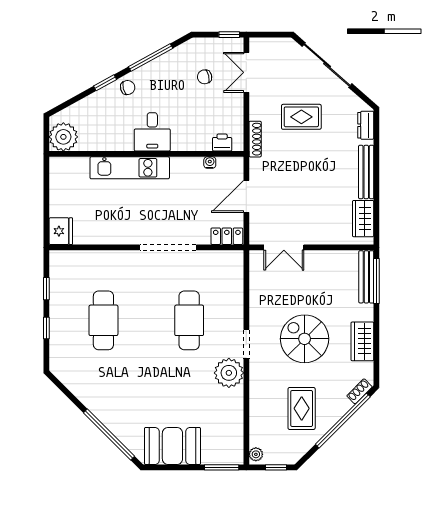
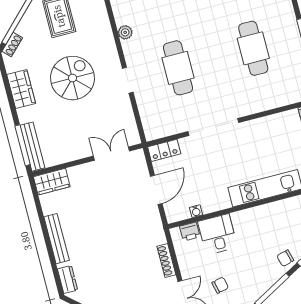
rug: (301, 117) -> (126, 272), removed
desk: (152, 132) -> (218, 234), moved
shoe rack: (255, 139) -> (166, 260), moved
wardrobe: (363, 219) -> (52, 182), moved, turned 90
spiral stairs: (305, 339) -> (72, 78), turned -90
doorway: (246, 344) -> (128, 80), moved
plant: (229, 373) -> (125, 32), width x0.53, depth x0.53

